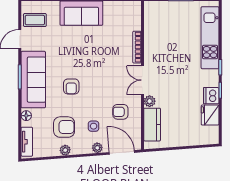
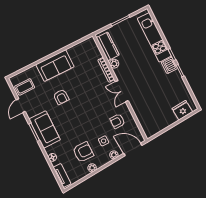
sofa: (33, 80) -> (45, 129), width x0.73
armchair: (71, 86) -> (61, 97), moved
dishwasher: (211, 96) -> (169, 65), moved
plant: (150, 101) -> (114, 64), moved
fridge: (210, 115) -> (182, 110), moved, turned 86
kitchen counter: (152, 125) -> (108, 46), moved

